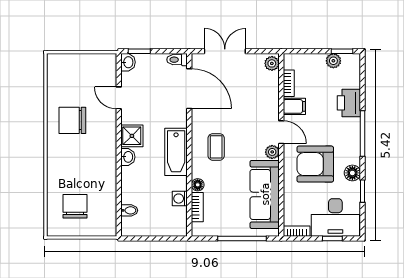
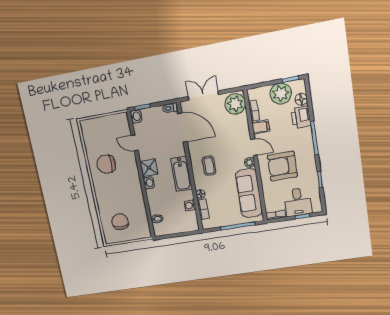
plant: (333, 61) -> (281, 94), width x1.88, depth x1.88
plant: (272, 63) -> (235, 104), width x1.88, depth x1.88
floor lamp: (352, 173) -> (301, 99), moved
desk: (335, 217) -> (298, 202), width x0.73

